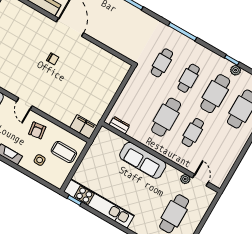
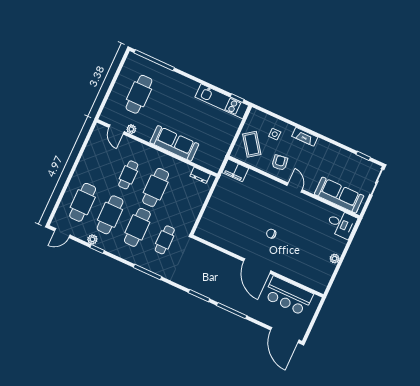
cafe table: (189, 78) -> (137, 227), width x1.37, depth x1.35
coffee table: (64, 152) -> (252, 144), turned 54
kitchen unit: (99, 204) -> (222, 101), width x0.73

